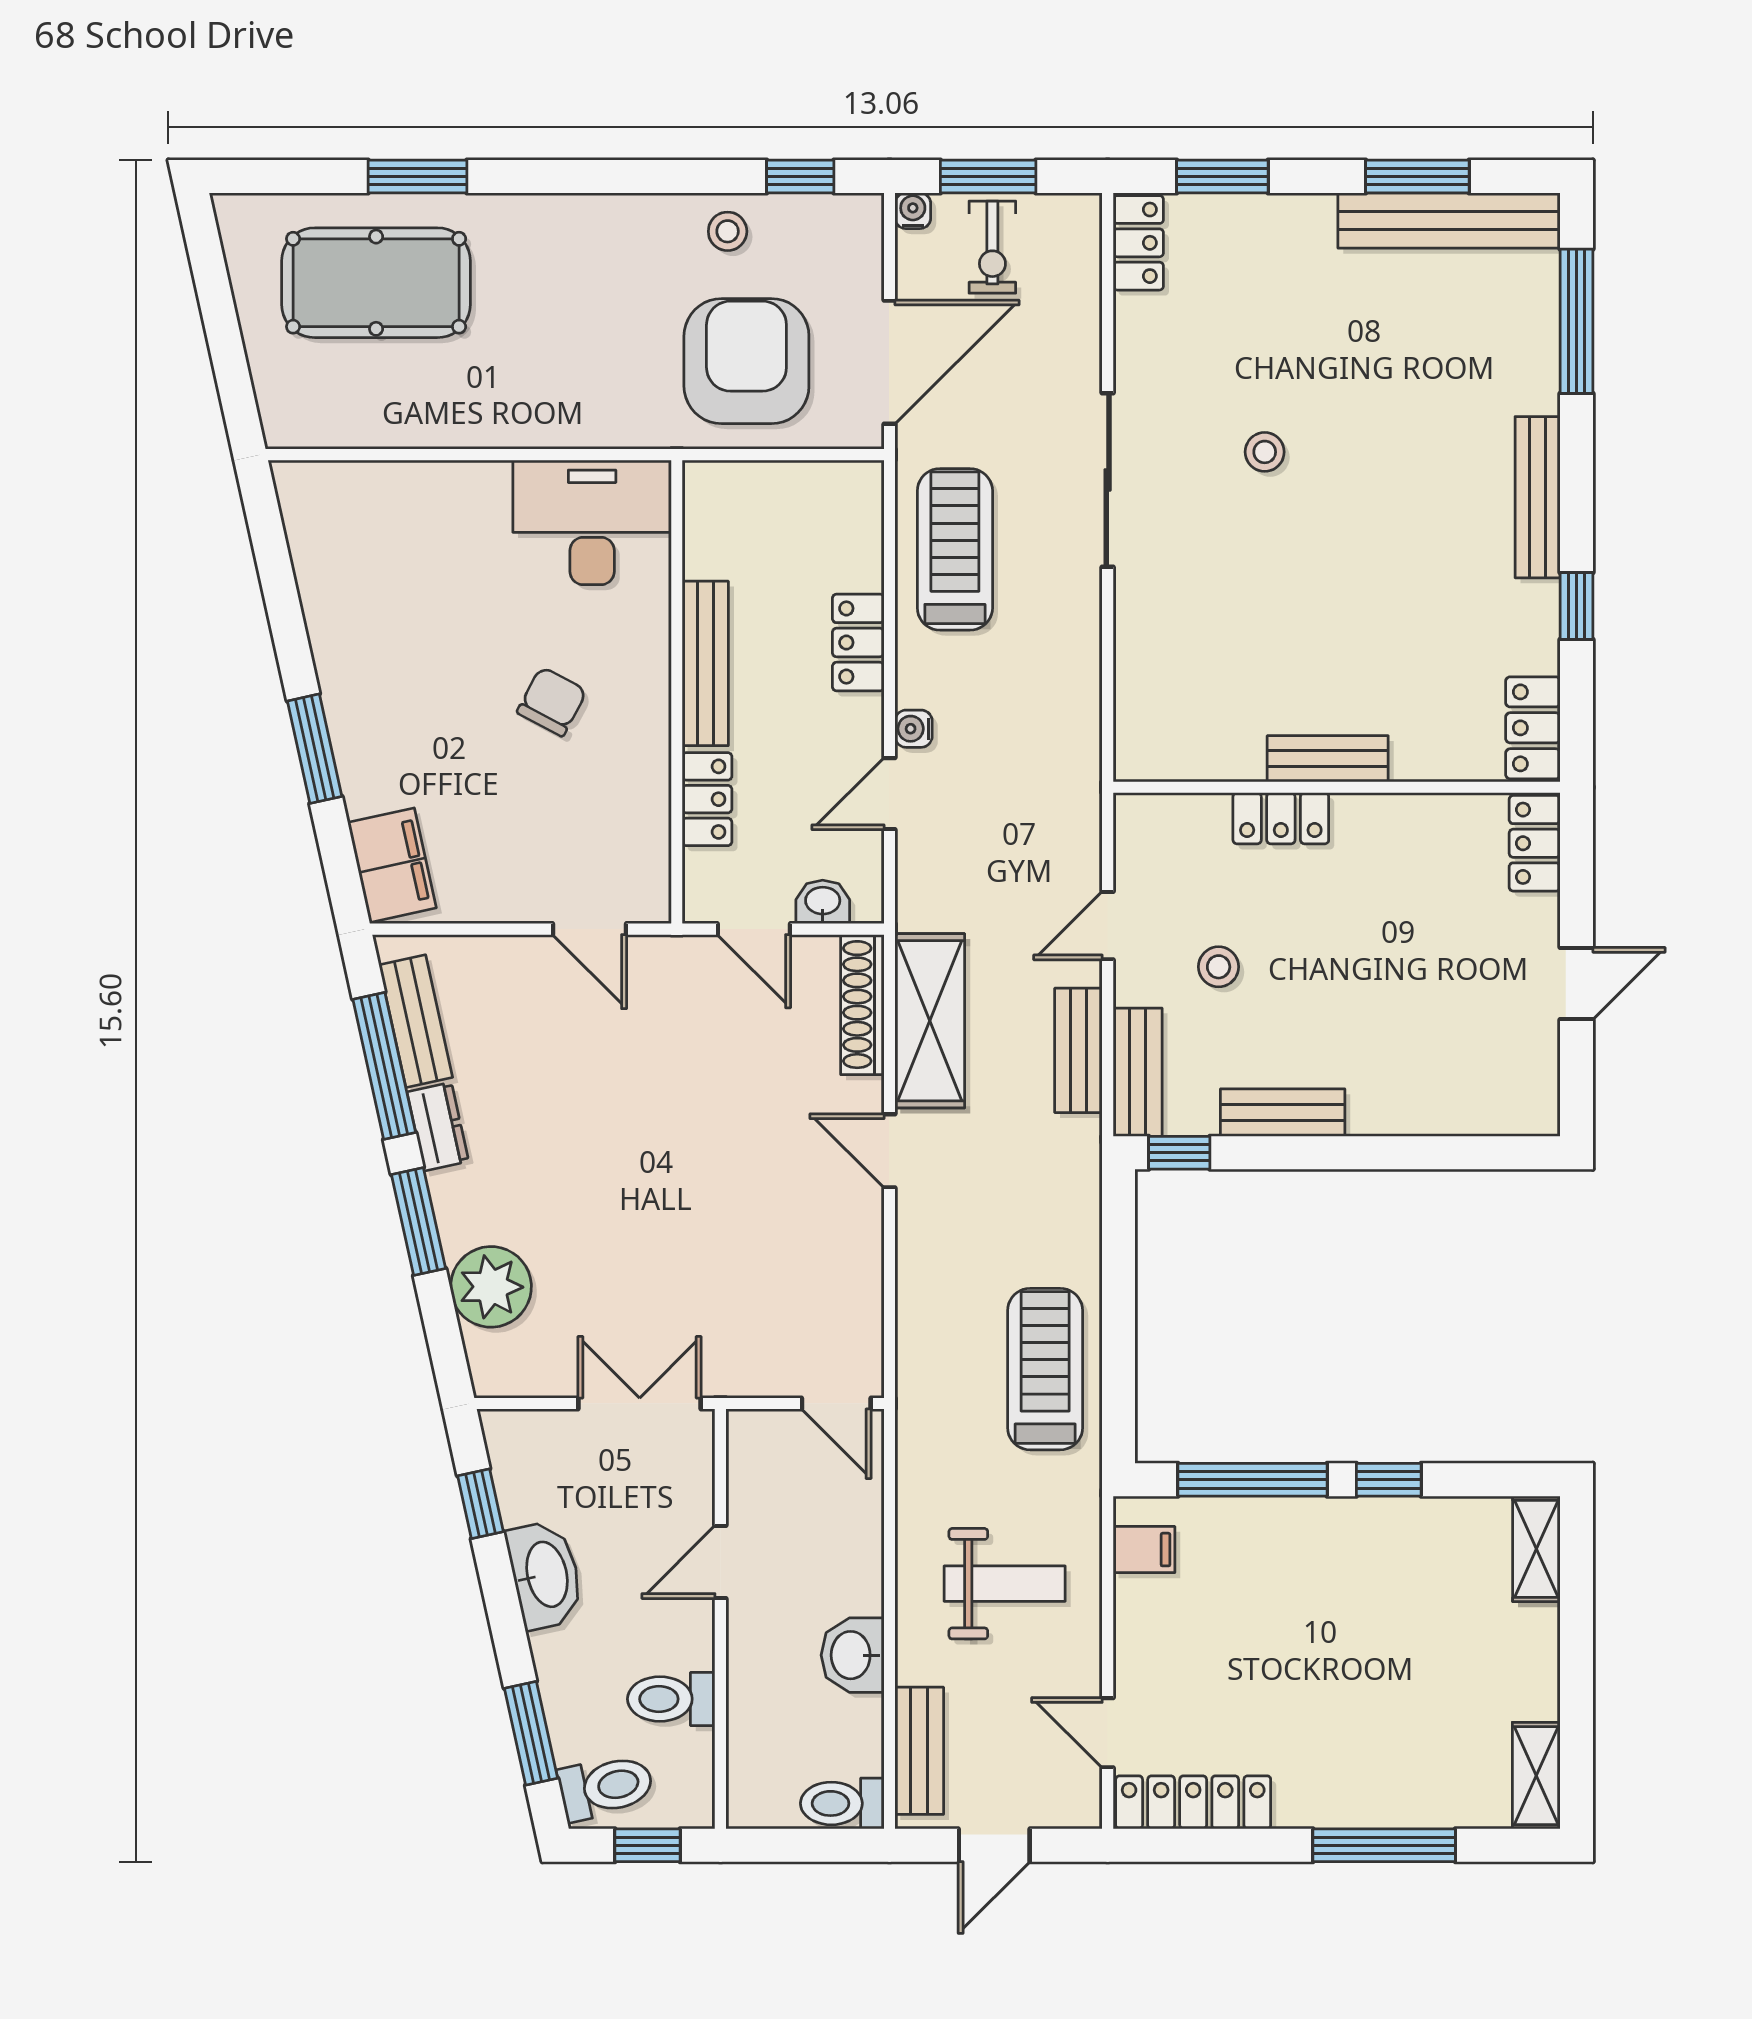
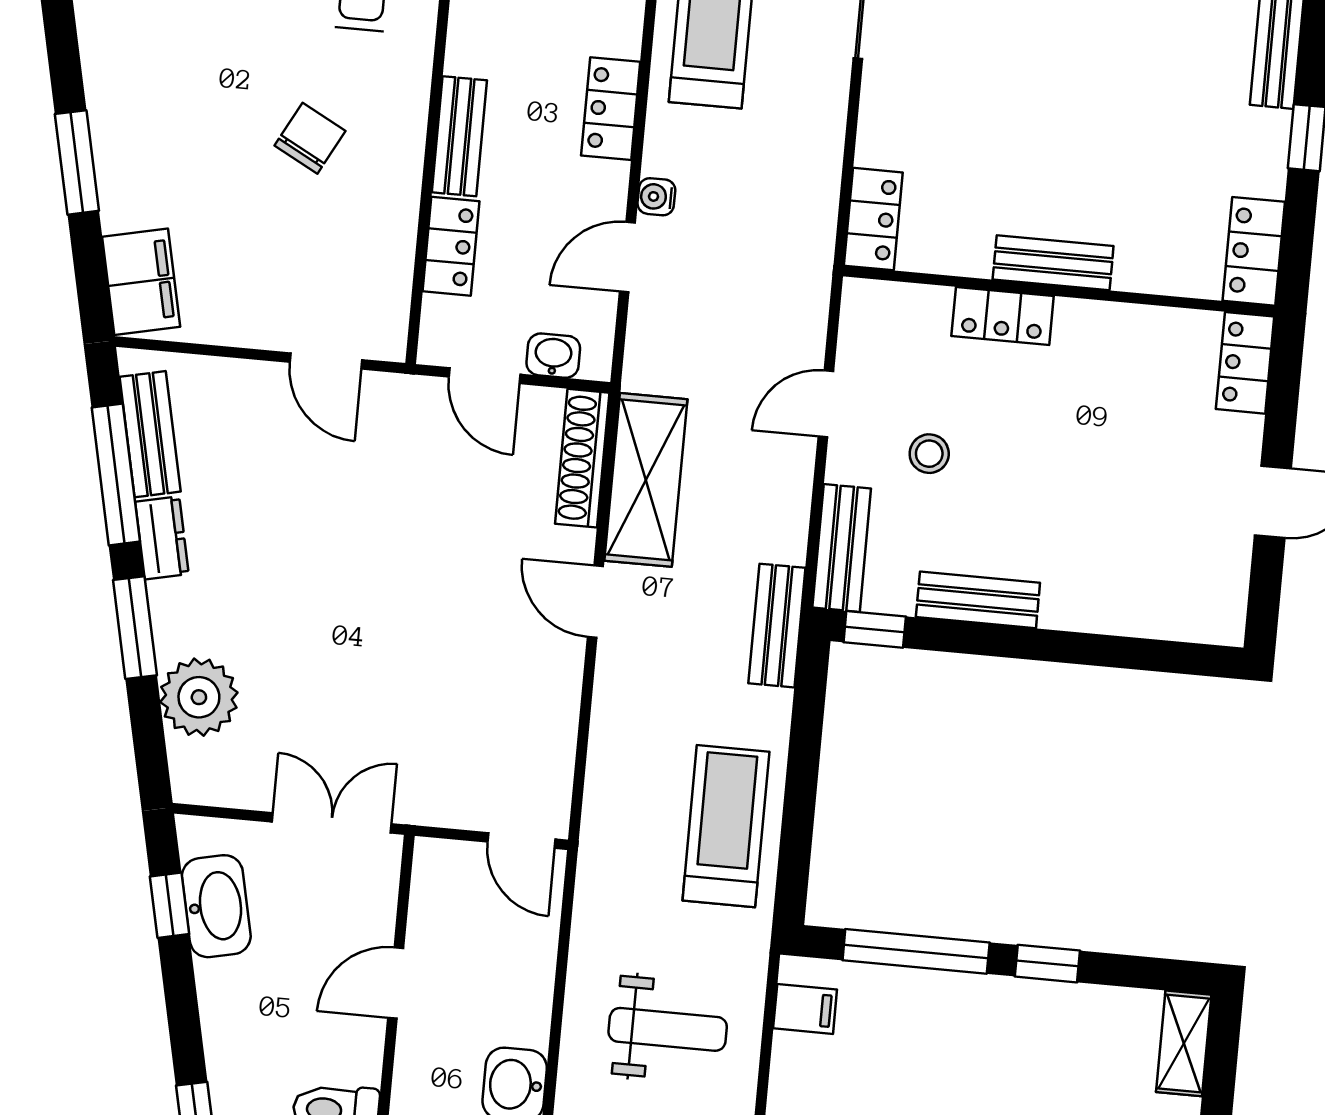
bench: (705, 663) -> (459, 136), width x0.73
locker: (1139, 731) -> (873, 219), added
bench: (1078, 1050) -> (777, 626), moved
washbasin: (545, 1575) -> (216, 906), moved

